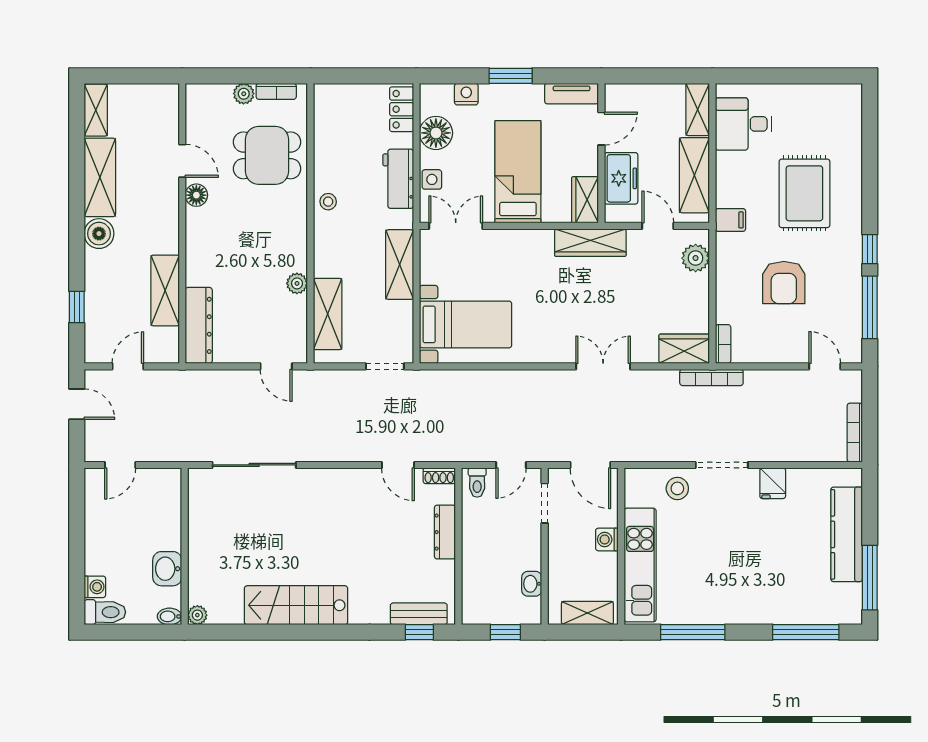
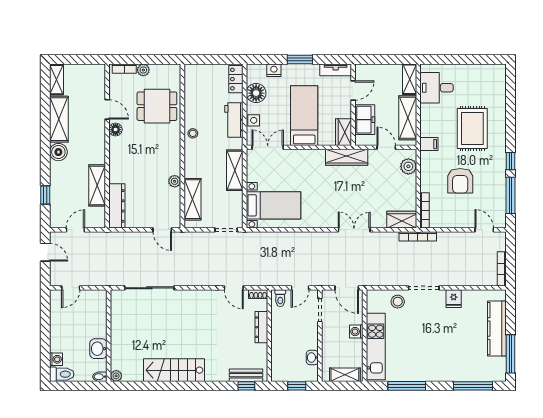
bookcase: (276, 91) -> (124, 69), moved
bookcase: (723, 344) -> (425, 210), width x1.56

